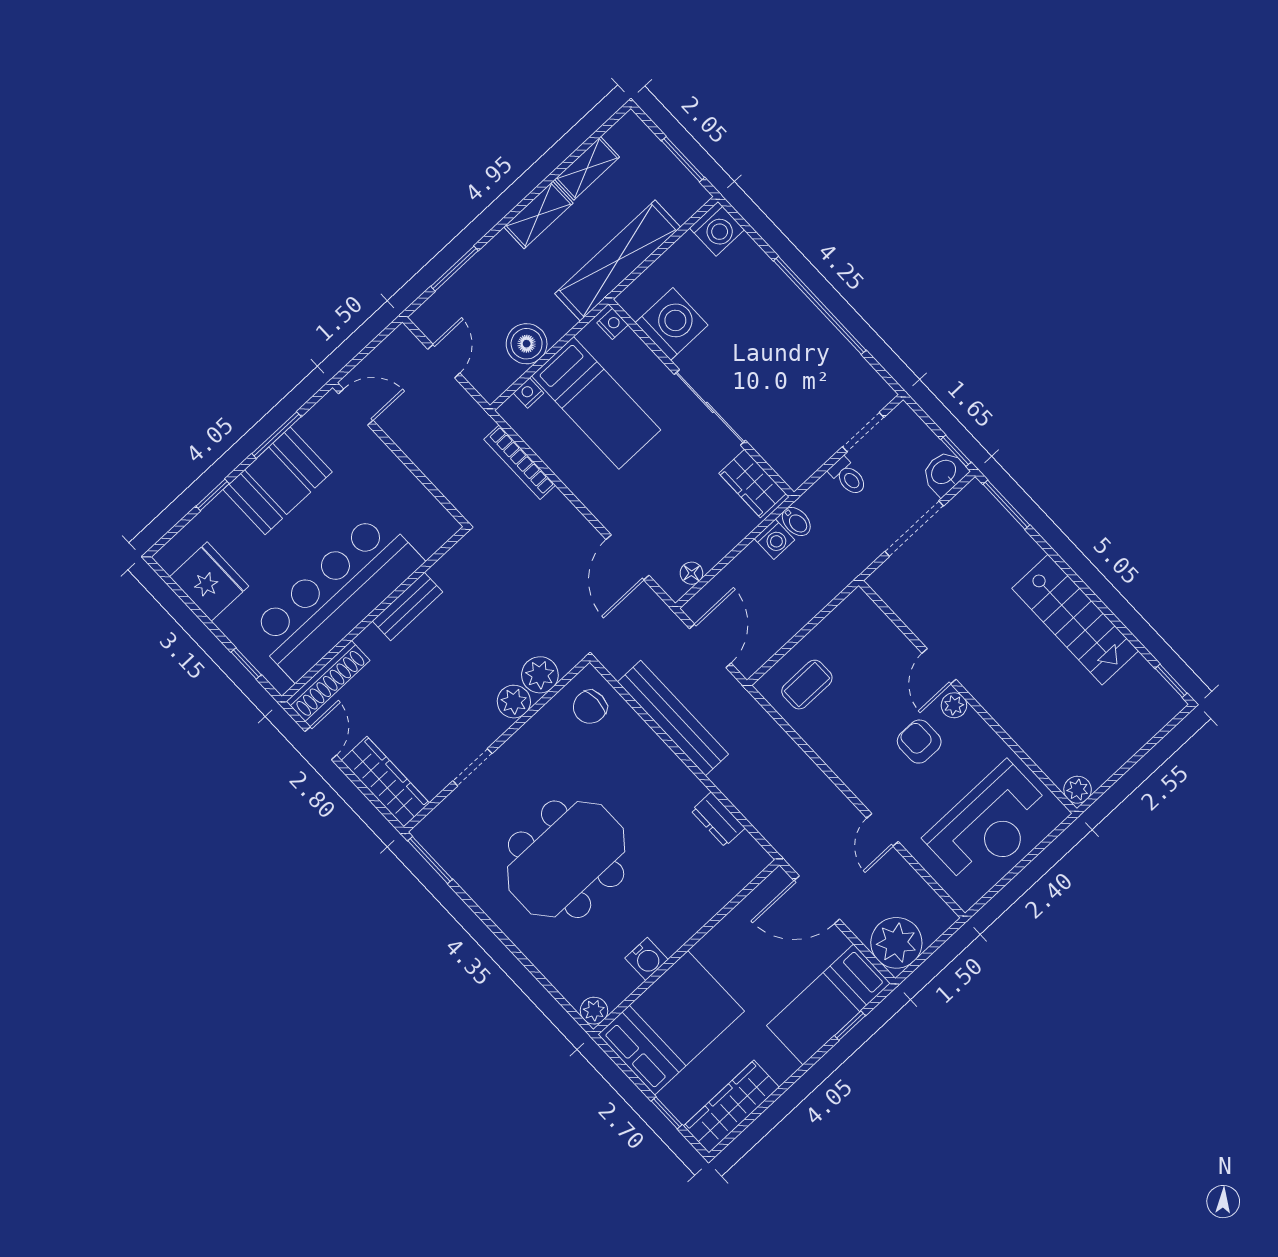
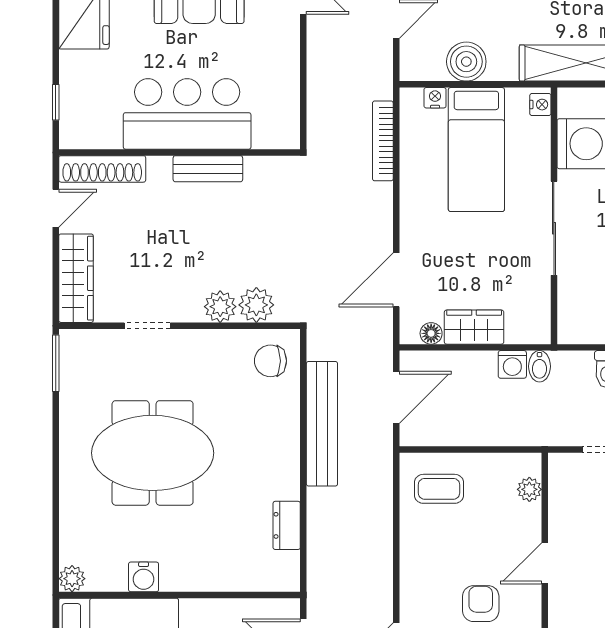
wardrobe: (752, 483) -> (474, 327), moved, turned 90
bar counter: (336, 596) -> (187, 114), width x0.73
plant: (954, 705) -> (529, 489), moved

